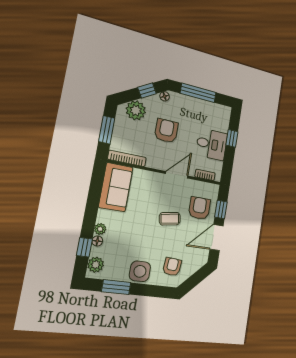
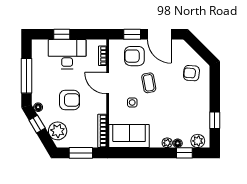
armchair: (166, 131) -> (69, 100), turned 180
desk: (212, 144) -> (67, 54), width x1.37
side table: (140, 271) -> (132, 102), moved, width x0.54, depth x0.54
window: (116, 287) -> (215, 120), width x0.67

